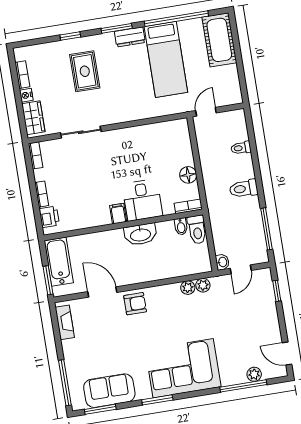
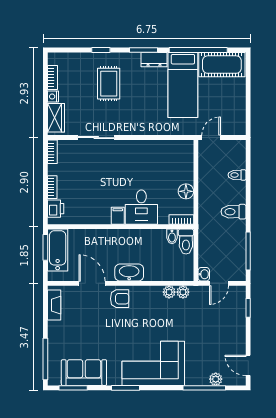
cot: (219, 40) -> (222, 65), moved, turned 90
washbasin: (140, 234) -> (129, 272), moved, turned 180
window: (48, 280) -> (45, 247), moved

